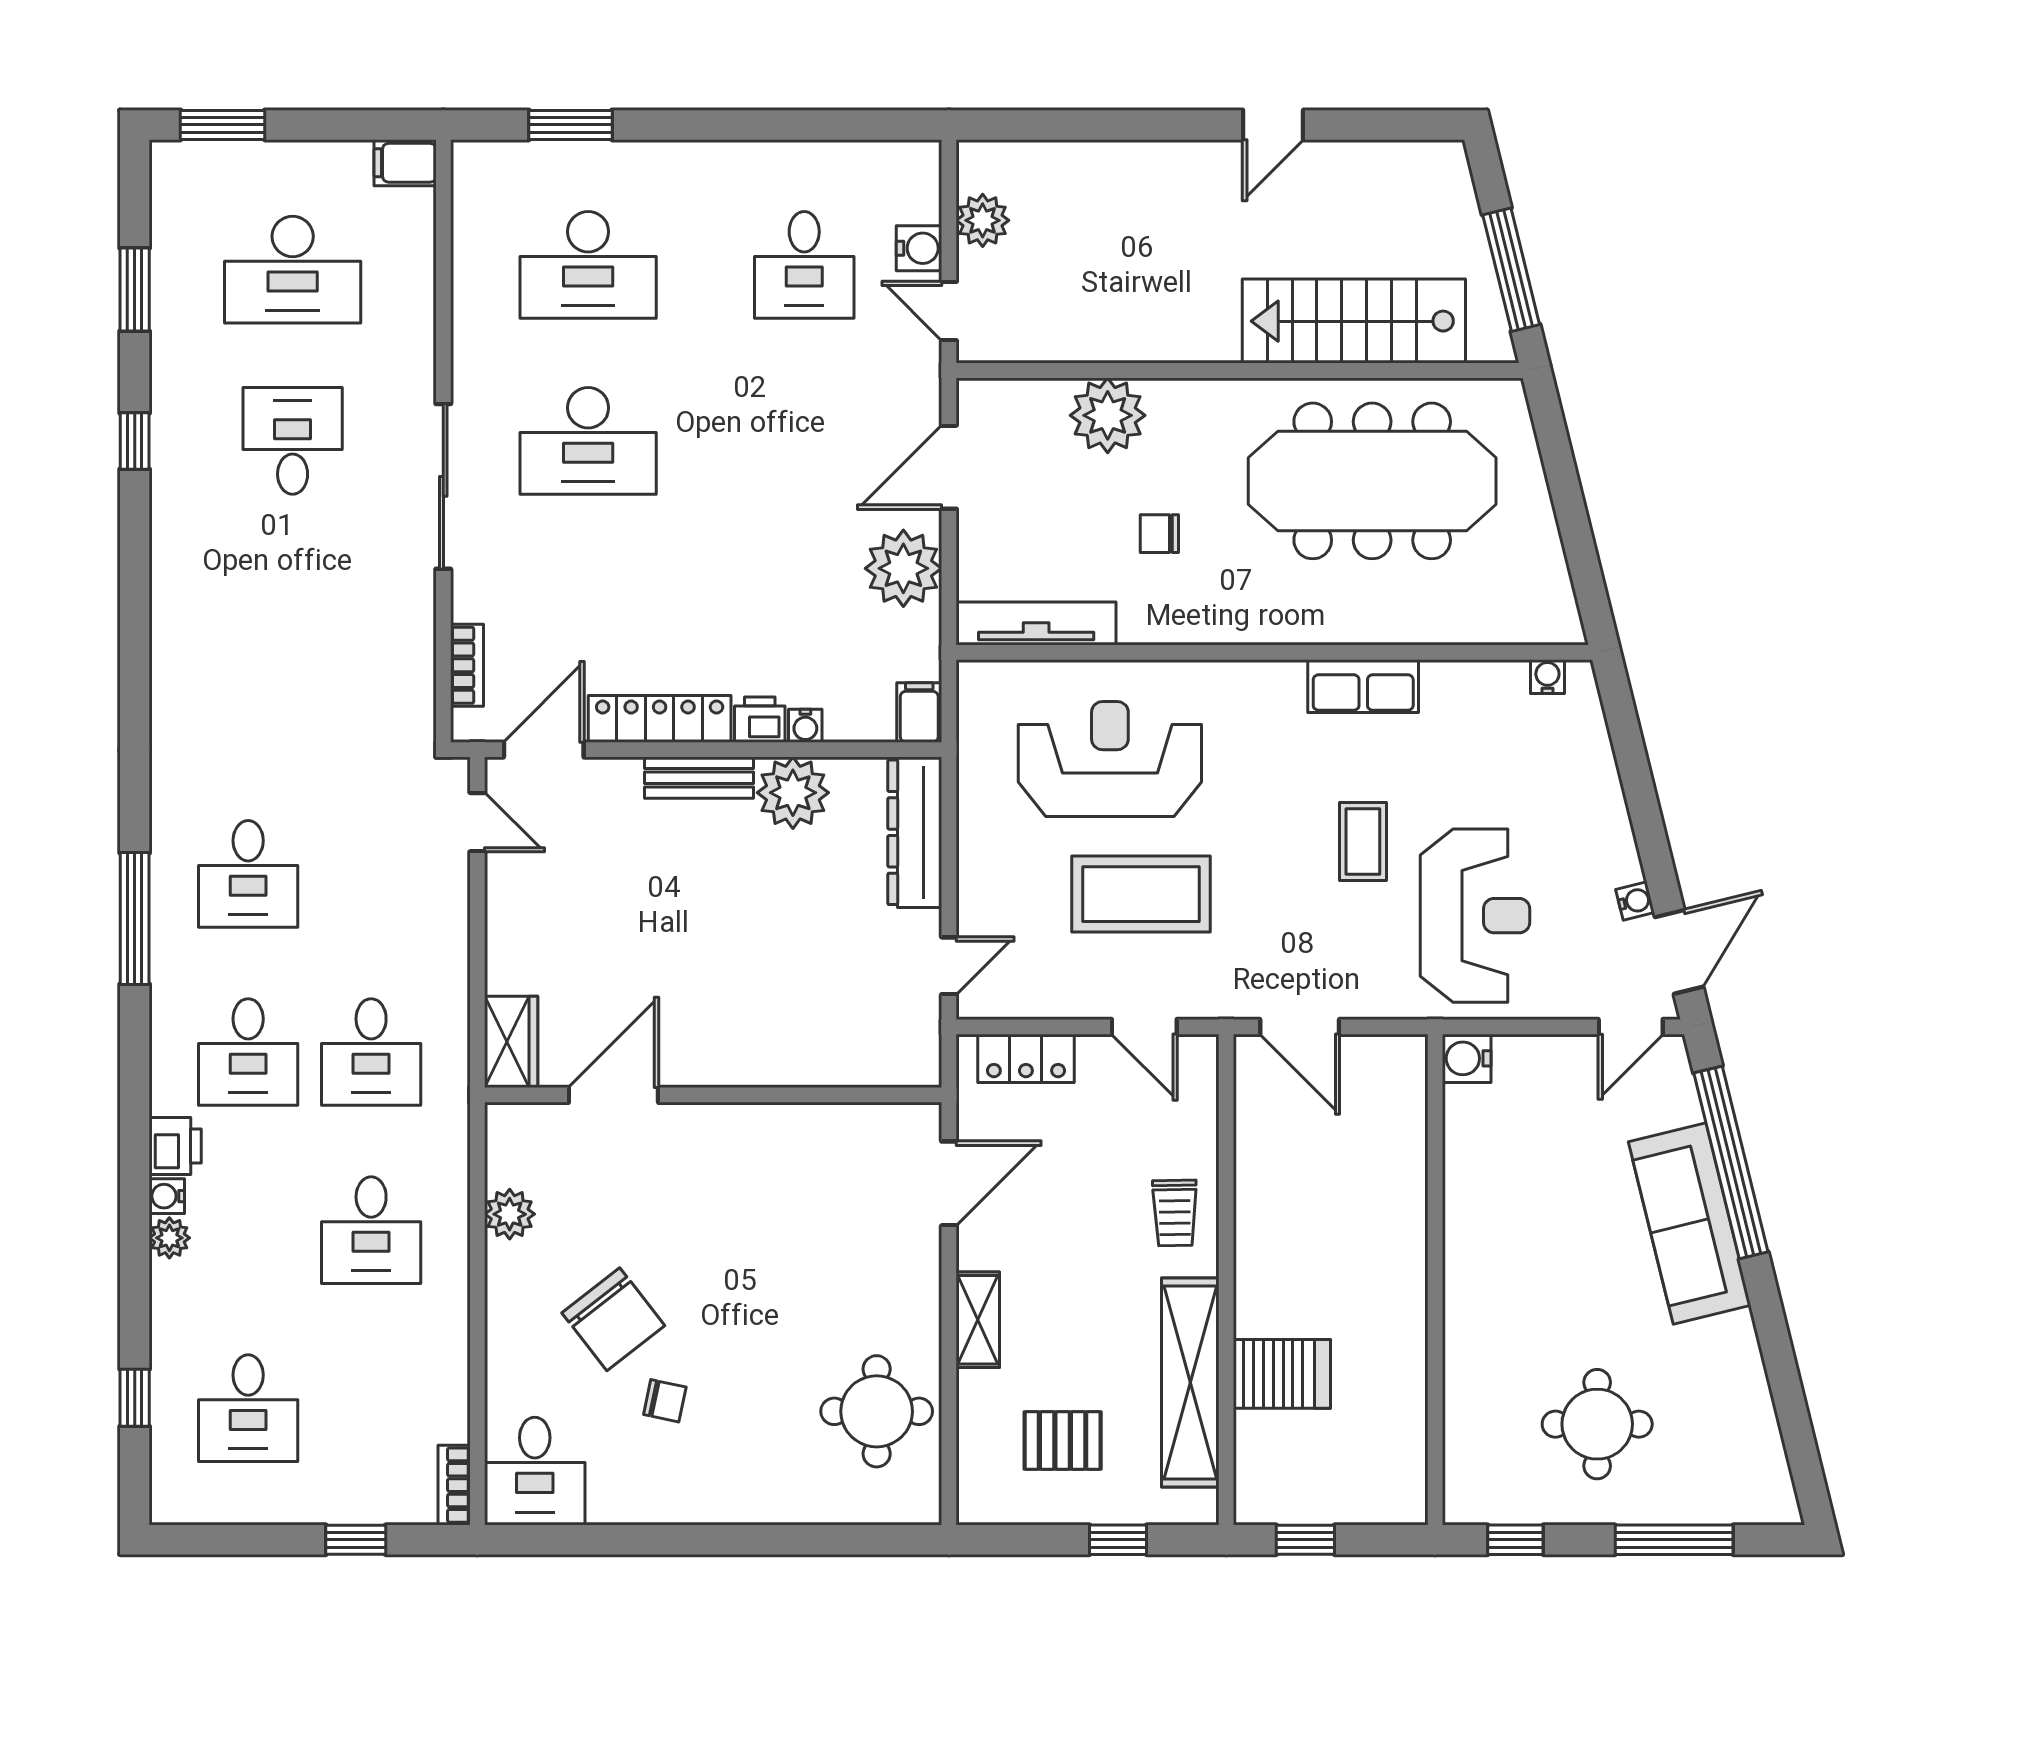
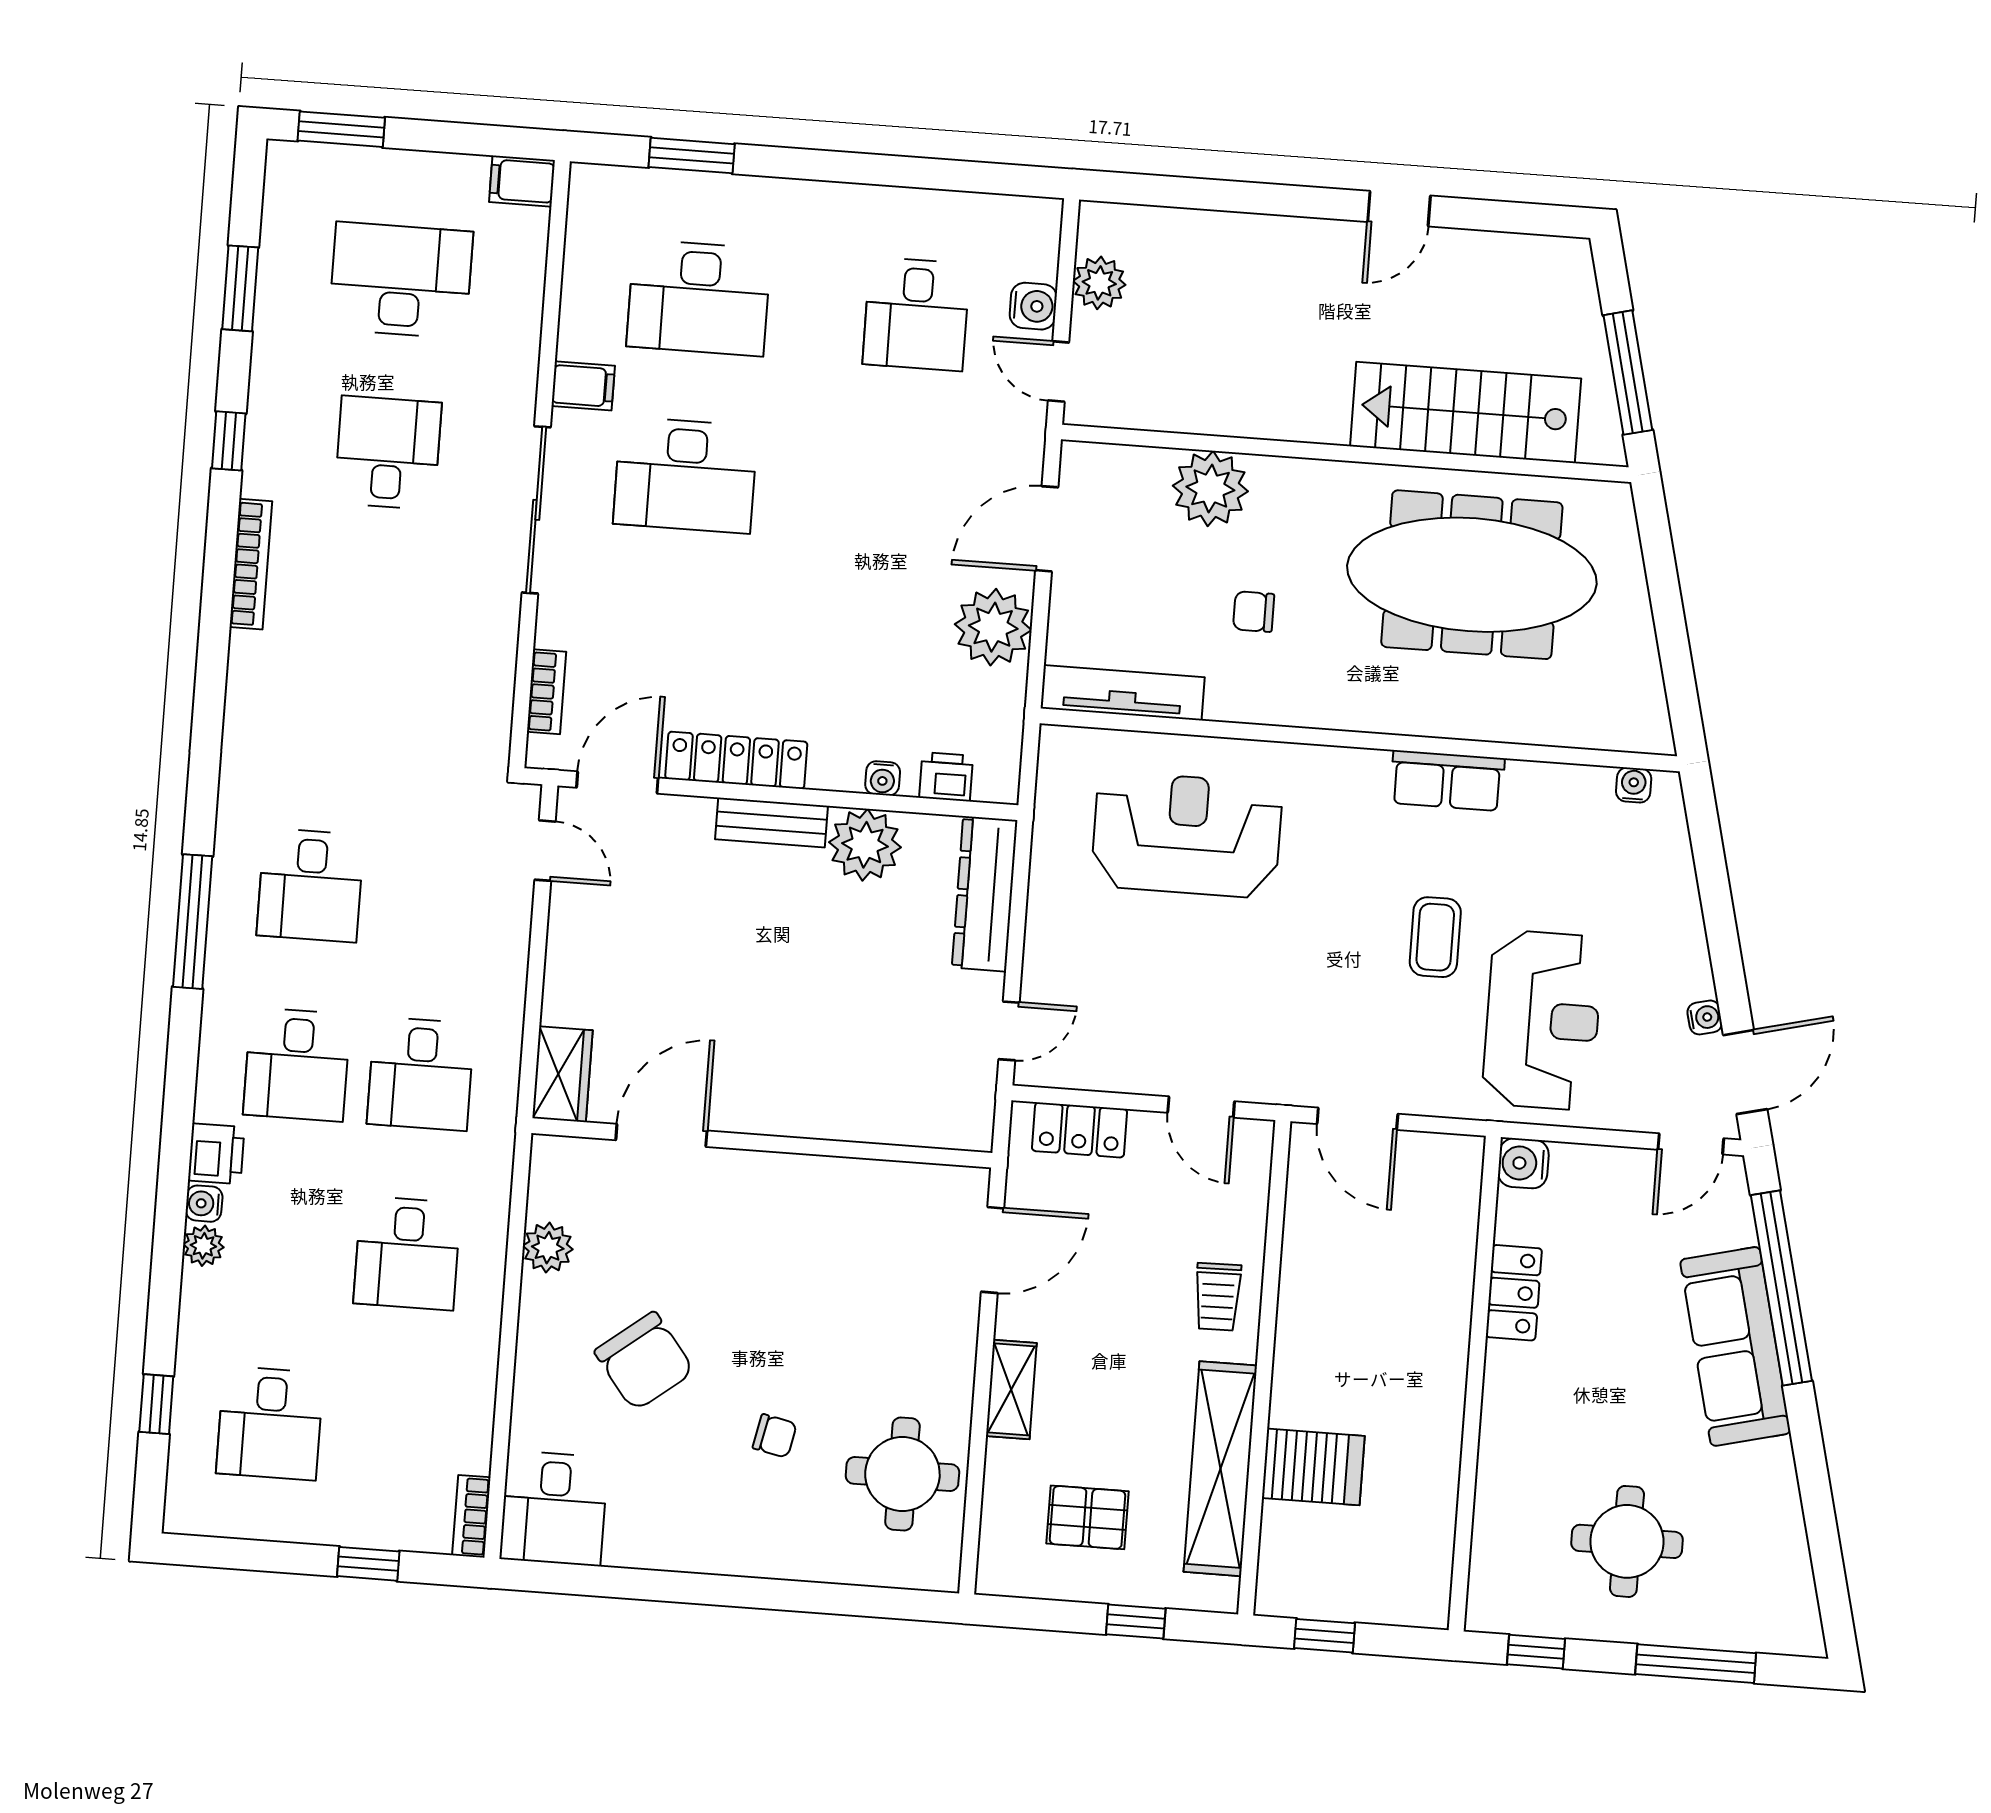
desk: (293, 270) -> (401, 280), turned 180
bookcase: (166, 561) -> (251, 564), added
filing cabinet: (919, 713) -> (583, 386), moved, turned 90
printer: (760, 720) -> (946, 777), moved
coffee table: (1141, 894) -> (1208, 973), removed
locker: (1467, 1187) -> (1514, 1293), added
chair: (665, 1401) -> (775, 1436), moved

